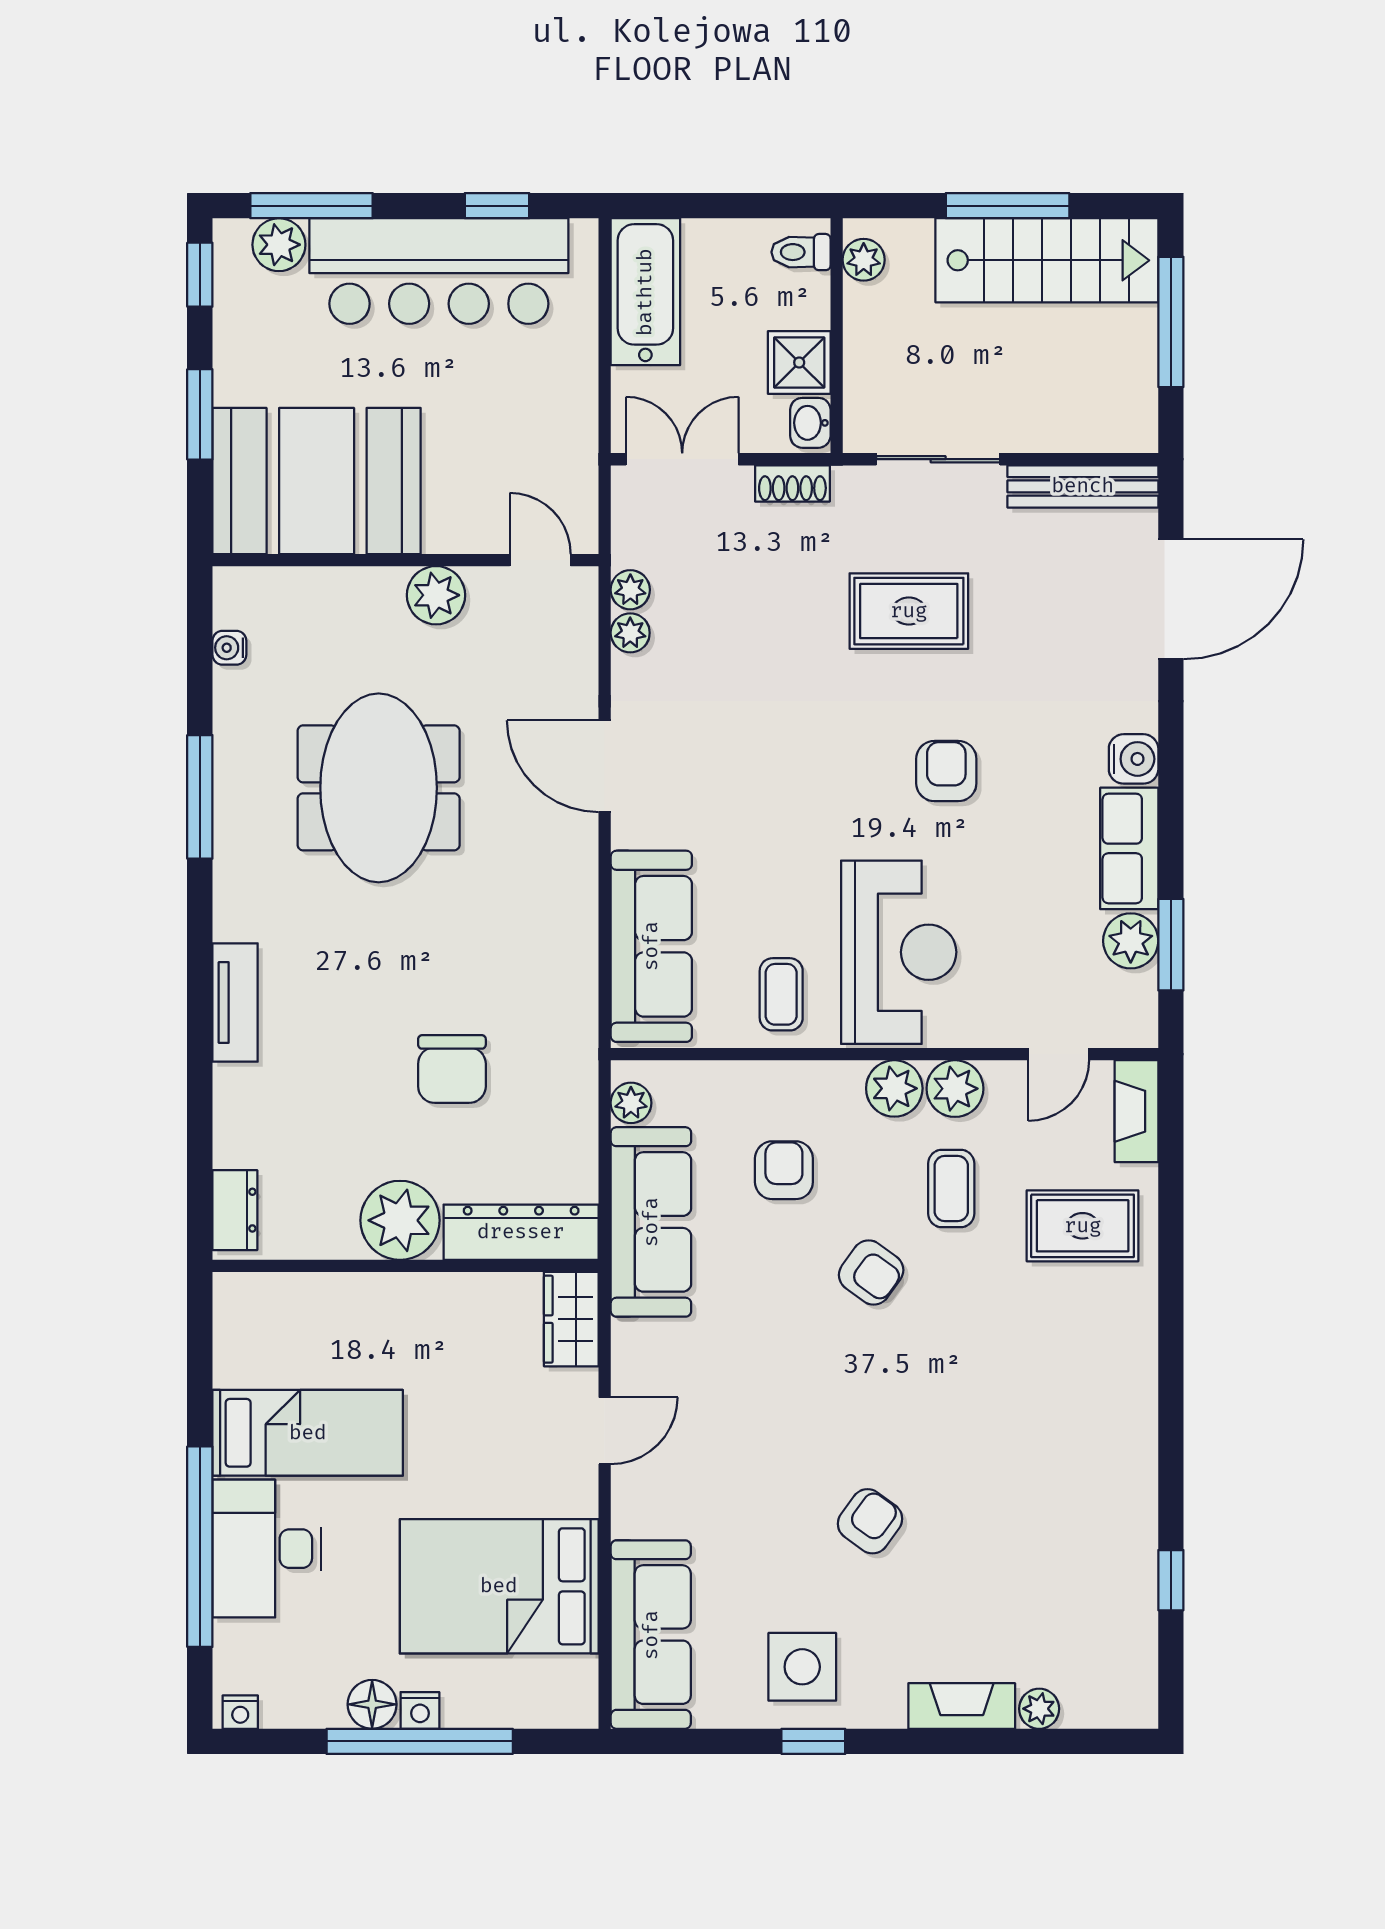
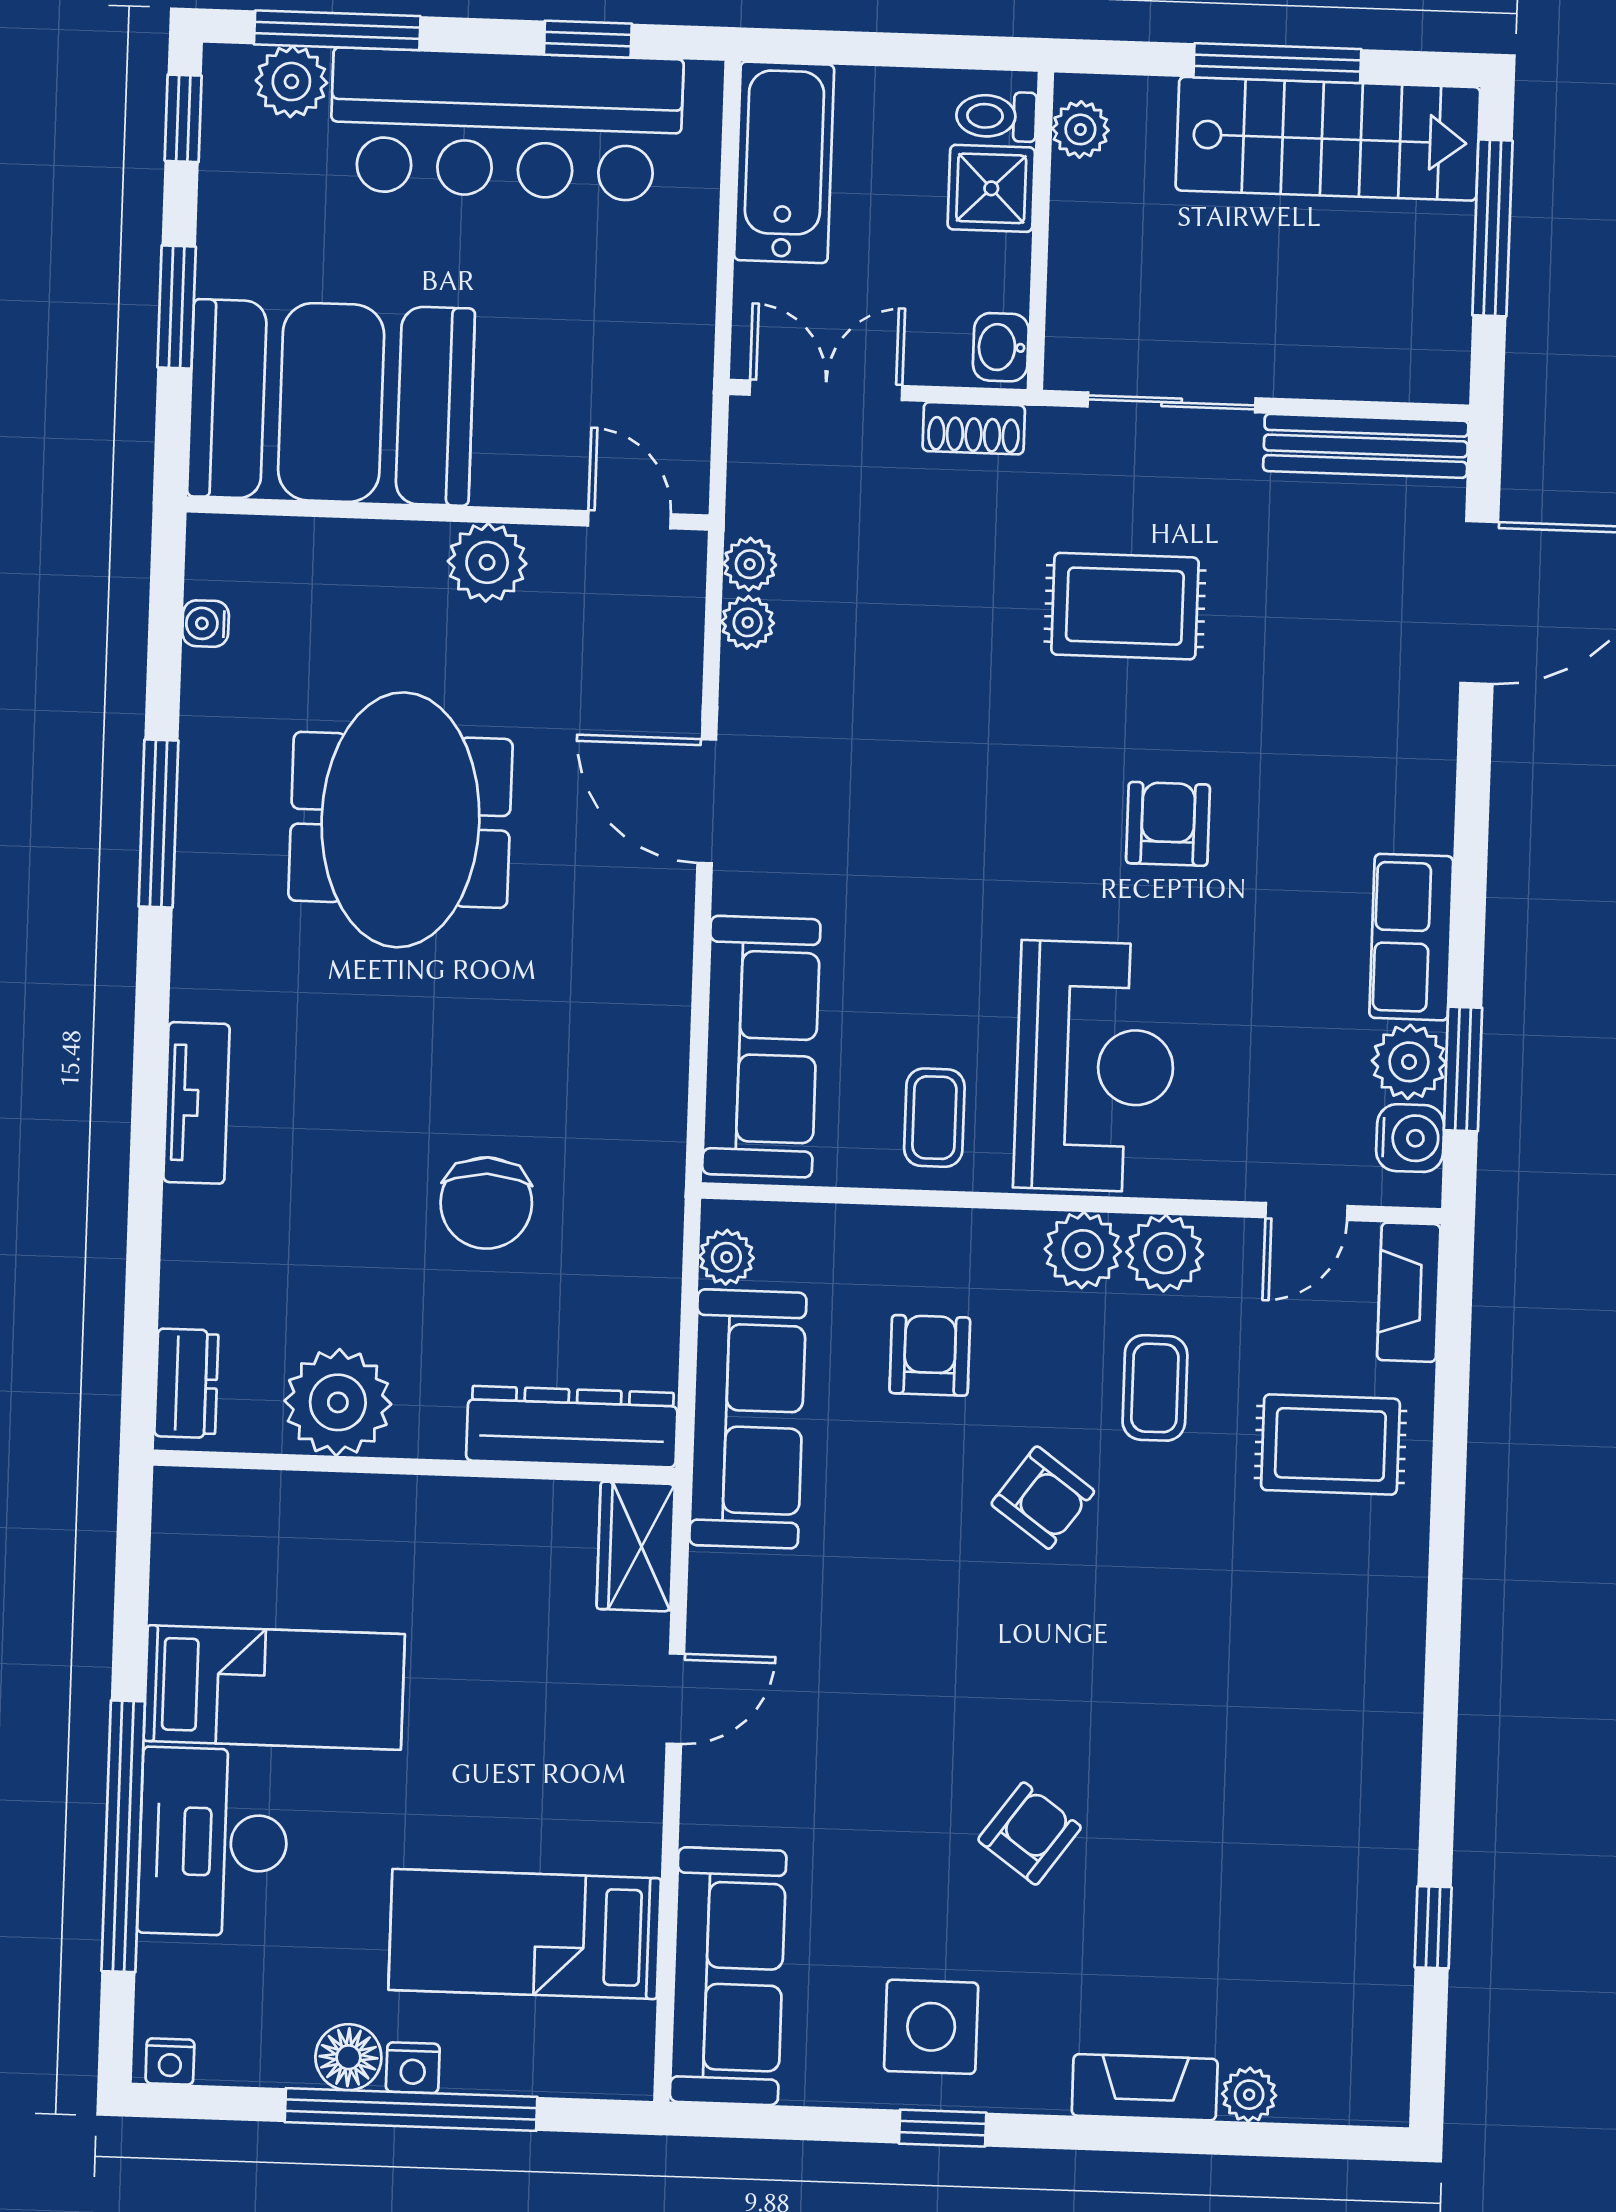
shower: (799, 362) -> (991, 188), moved
water cooler: (1134, 759) -> (1410, 1138), moved
plant: (400, 1220) -> (338, 1402), moved
bed: (499, 1586) -> (525, 1934), width x0.67

